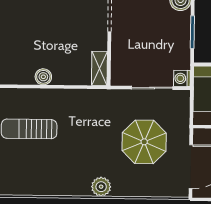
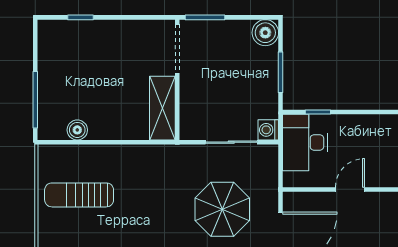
shelving: (99, 68) -> (162, 108), width x1.50, depth x1.33
boiler: (43, 77) -> (77, 130), moved

